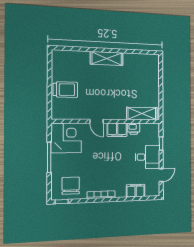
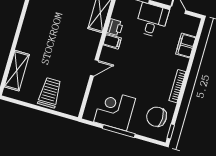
shelving: (107, 58) -> (17, 71), moved
filing cabinet: (117, 130) -> (112, 41), width x0.50
corner desk: (66, 138) -> (115, 110), moved

